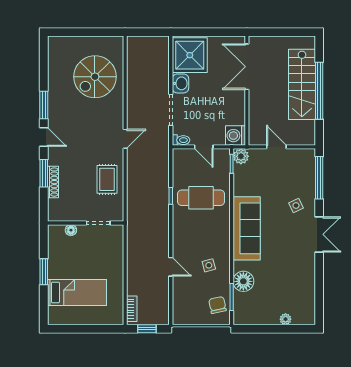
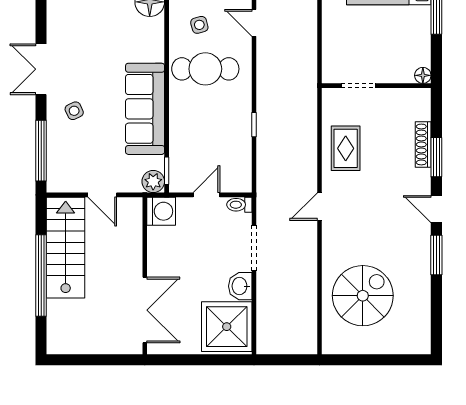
stairs: (302, 84) -> (66, 248), moved
door: (204, 147) -> (206, 195), hinge flipped
cafe table: (201, 198) -> (205, 69), moved
sofa: (247, 228) -> (145, 109), moved
floor lamp: (71, 230) -> (423, 75), moved

